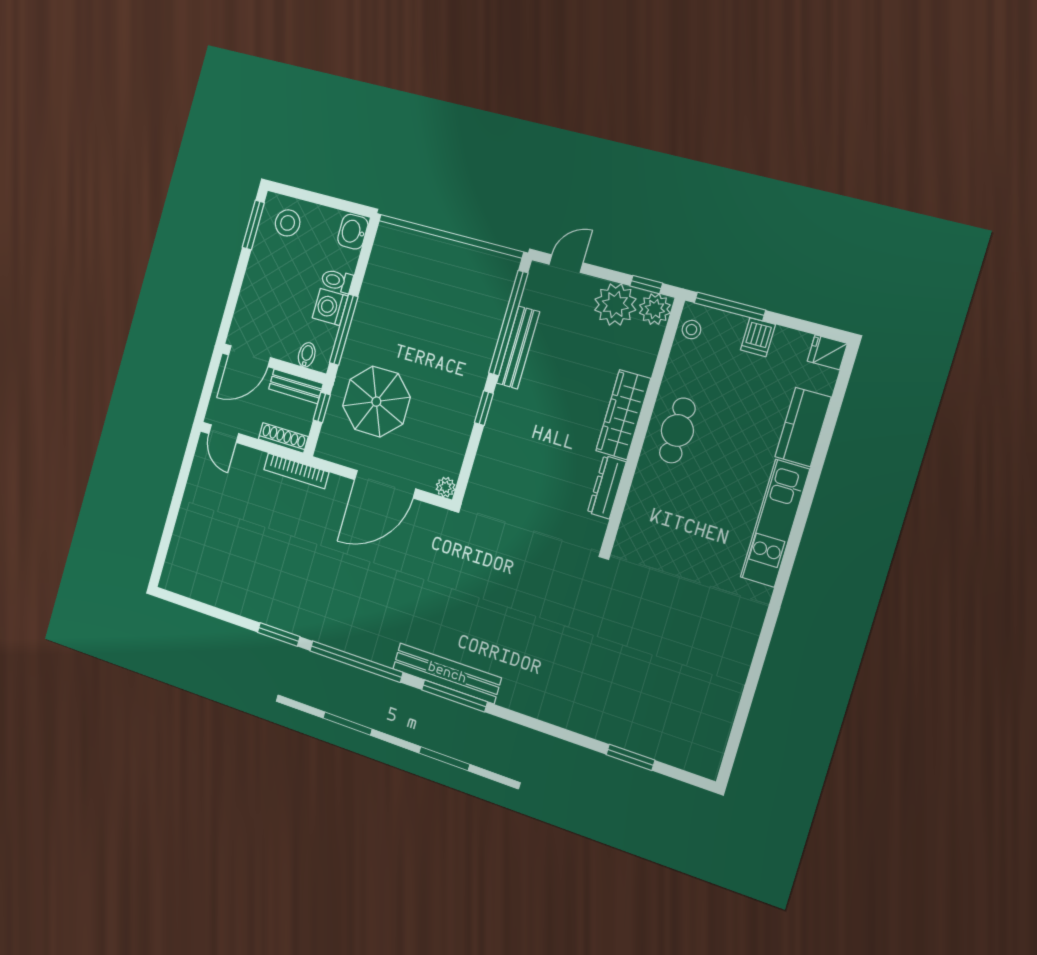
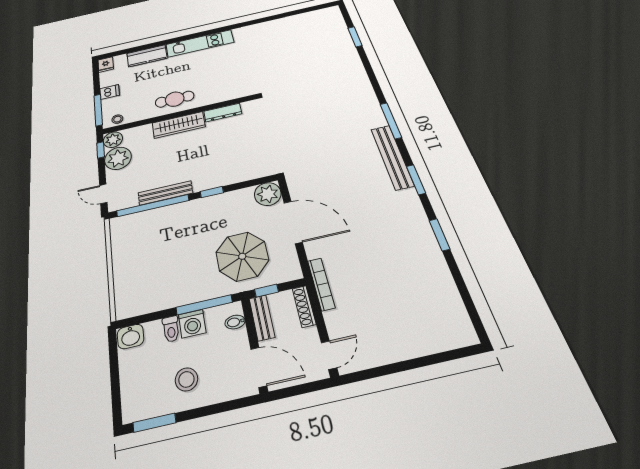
stool: (288, 223) -> (186, 379), moved
plant: (446, 487) -> (268, 194), width x1.88, depth x1.88
window: (356, 662) -> (416, 180), width x0.47
bench: (447, 673) -> (392, 157), moved

